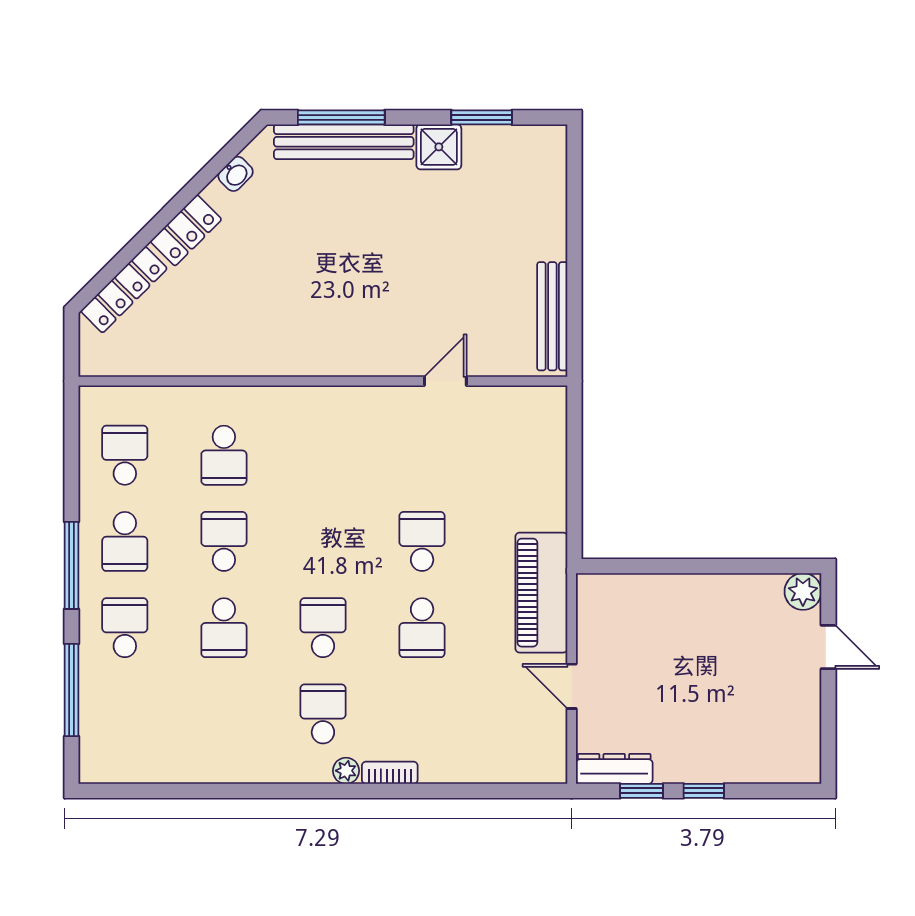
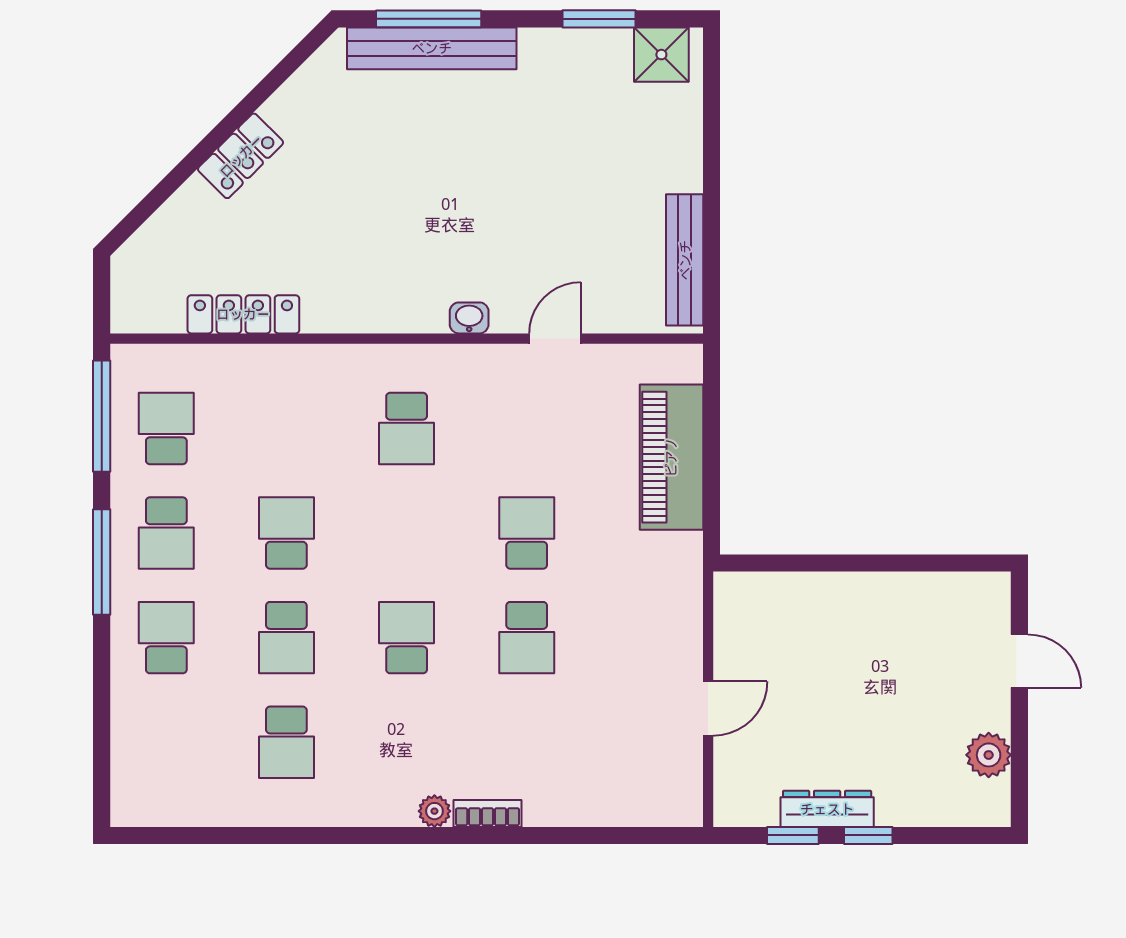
shower: (439, 147) -> (661, 55), moved
washbasin: (236, 174) -> (469, 318), moved, turned -135
locker: (124, 290) -> (243, 314), moved, turned -135
school desk: (224, 455) -> (407, 428), moved
plant: (803, 592) -> (989, 755), moved
piano: (541, 593) -> (671, 457), moved
door: (572, 686) -> (708, 709), swing flipped
window: (71, 690) -> (102, 416), moved
school desk: (323, 714) -> (286, 742), moved, turned 180
dresser: (614, 769) -> (827, 809), moved

